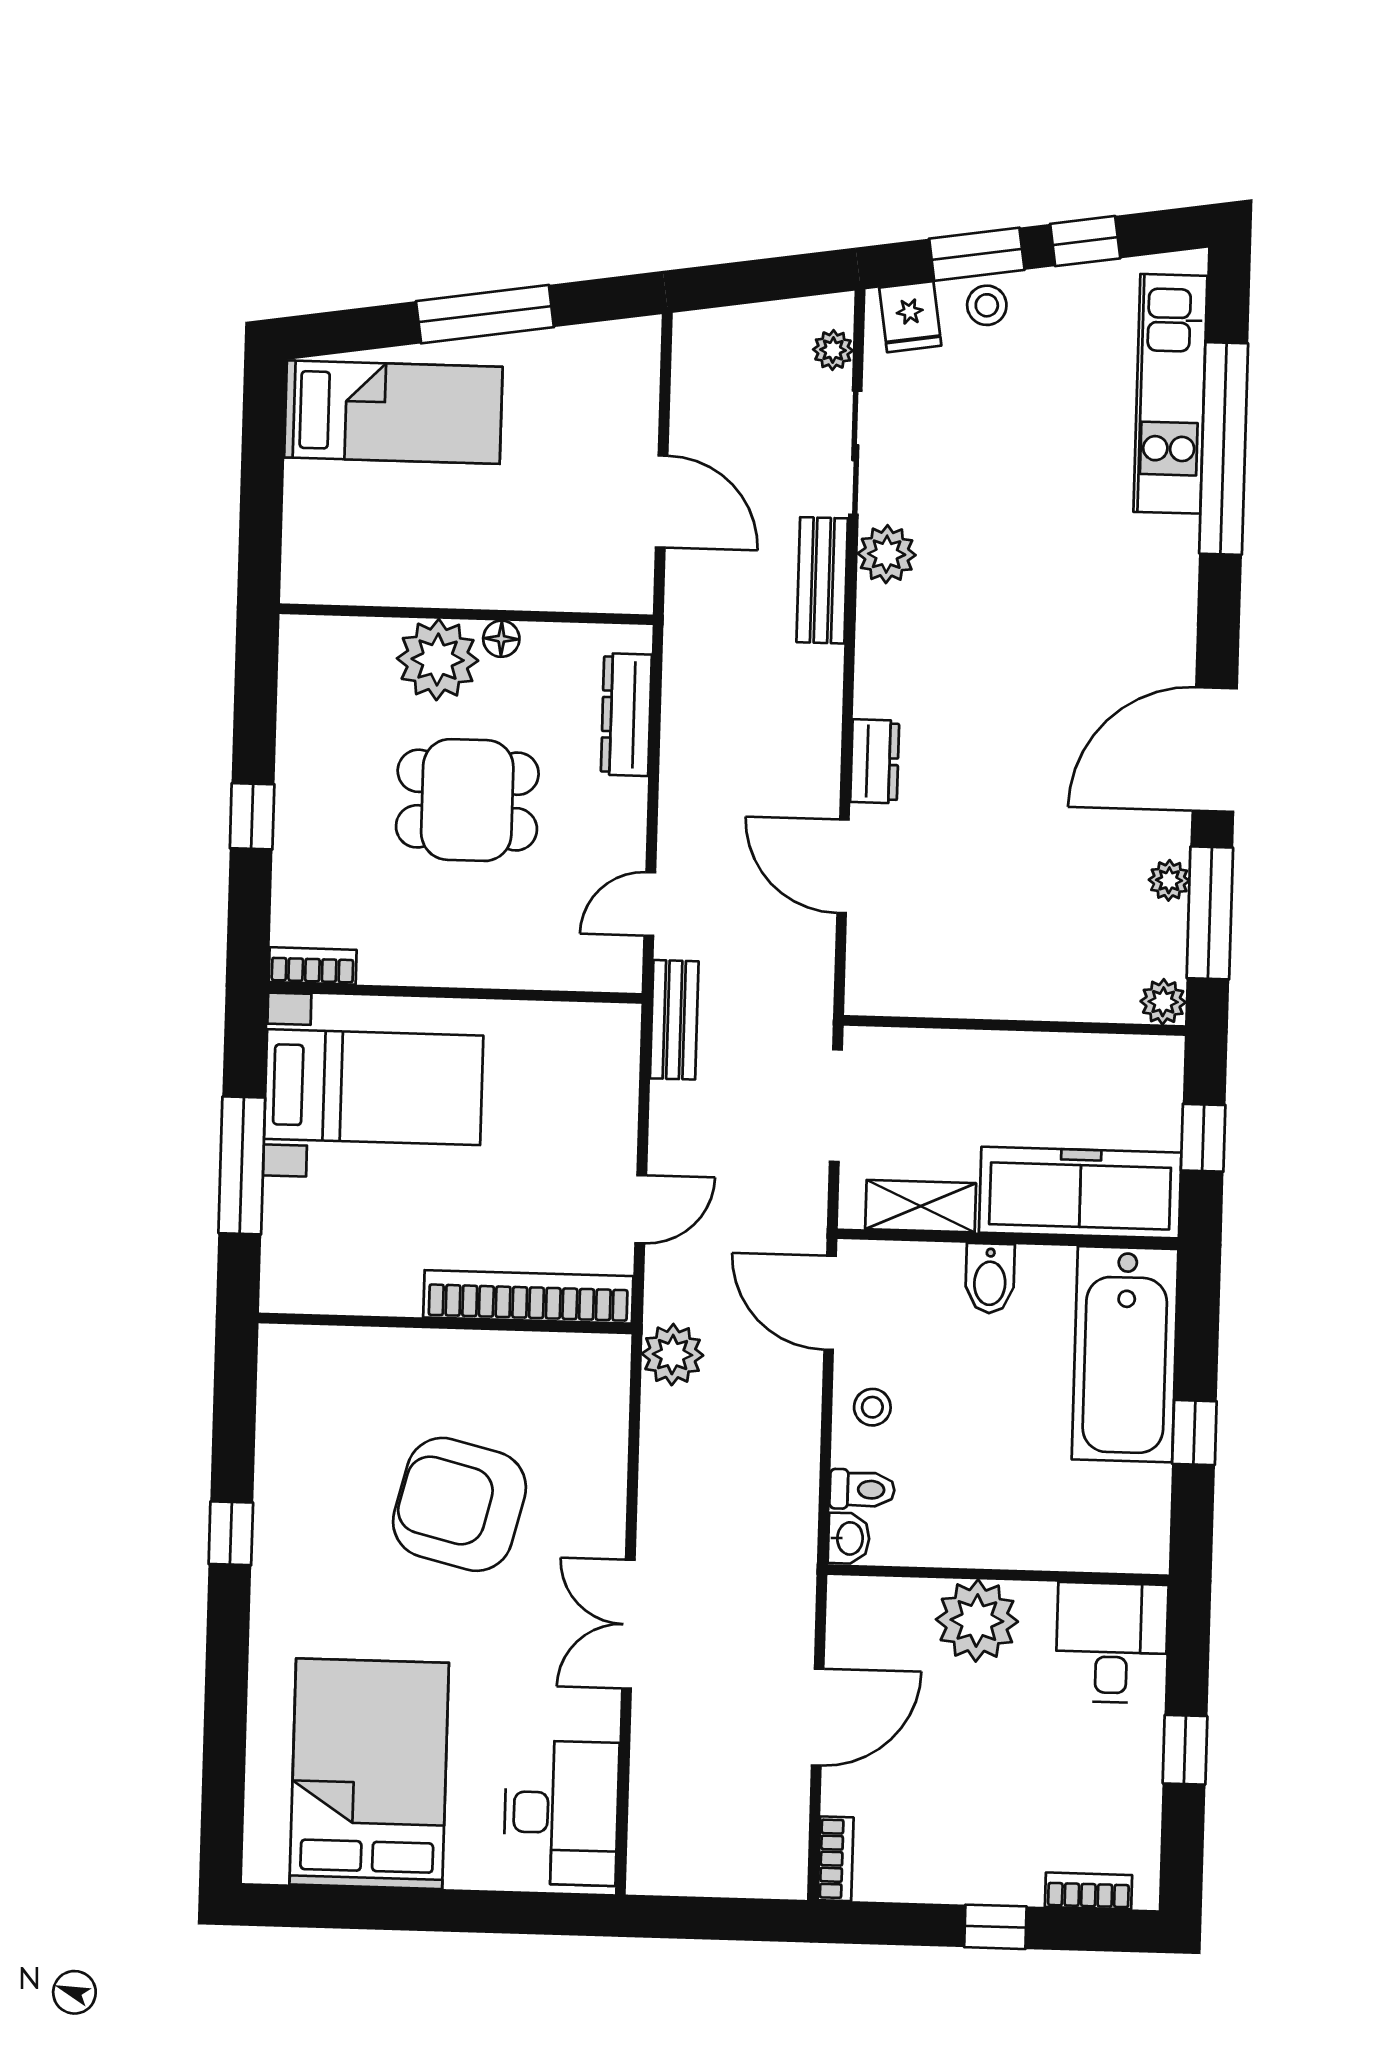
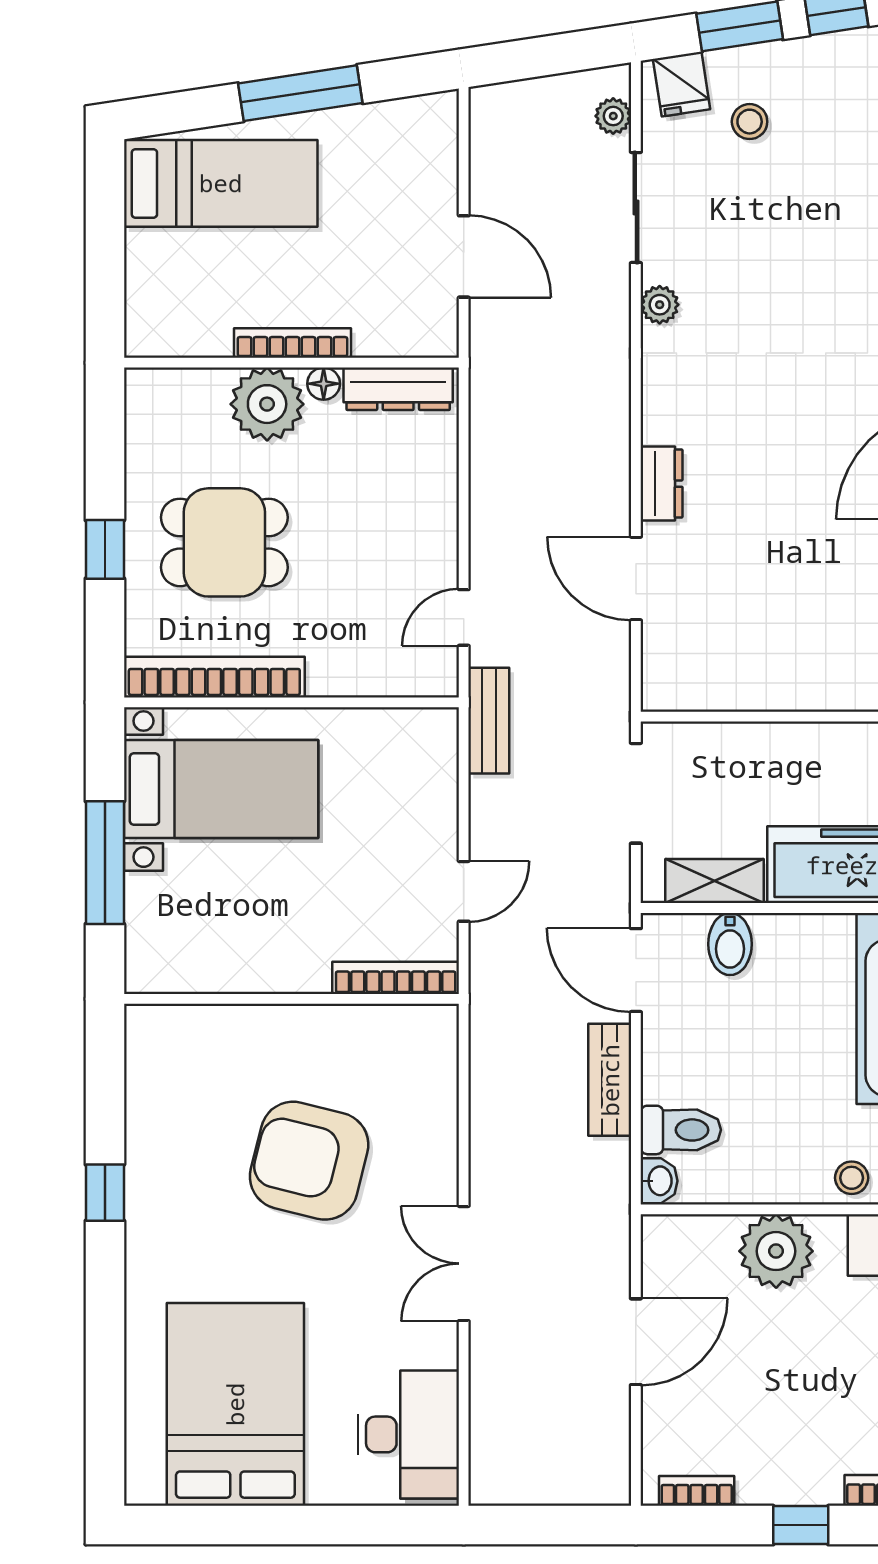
stool: (987, 305) -> (750, 122), moved
plant: (887, 554) -> (660, 305), width x0.73, depth x0.73
bench: (822, 580) -> (610, 1080), moved
bookcase: (468, 592) -> (292, 343), added
dresser: (626, 715) -> (398, 389), moved, turned -90
dining table: (467, 800) -> (224, 542), moved
bookcase: (313, 966) -> (214, 677), width x2.31, depth x1.31
bidet: (990, 1278) -> (730, 944), moved
bookcase: (528, 1297) -> (396, 978), width x0.68, depth x0.76
plant: (673, 1355) -> (496, 1021), removed
stool: (872, 1407) -> (852, 1178), moved
toilet: (862, 1489) -> (681, 1130), width x1.37, depth x1.39
bookcase: (836, 1859) -> (697, 1491), moved, turned -90

